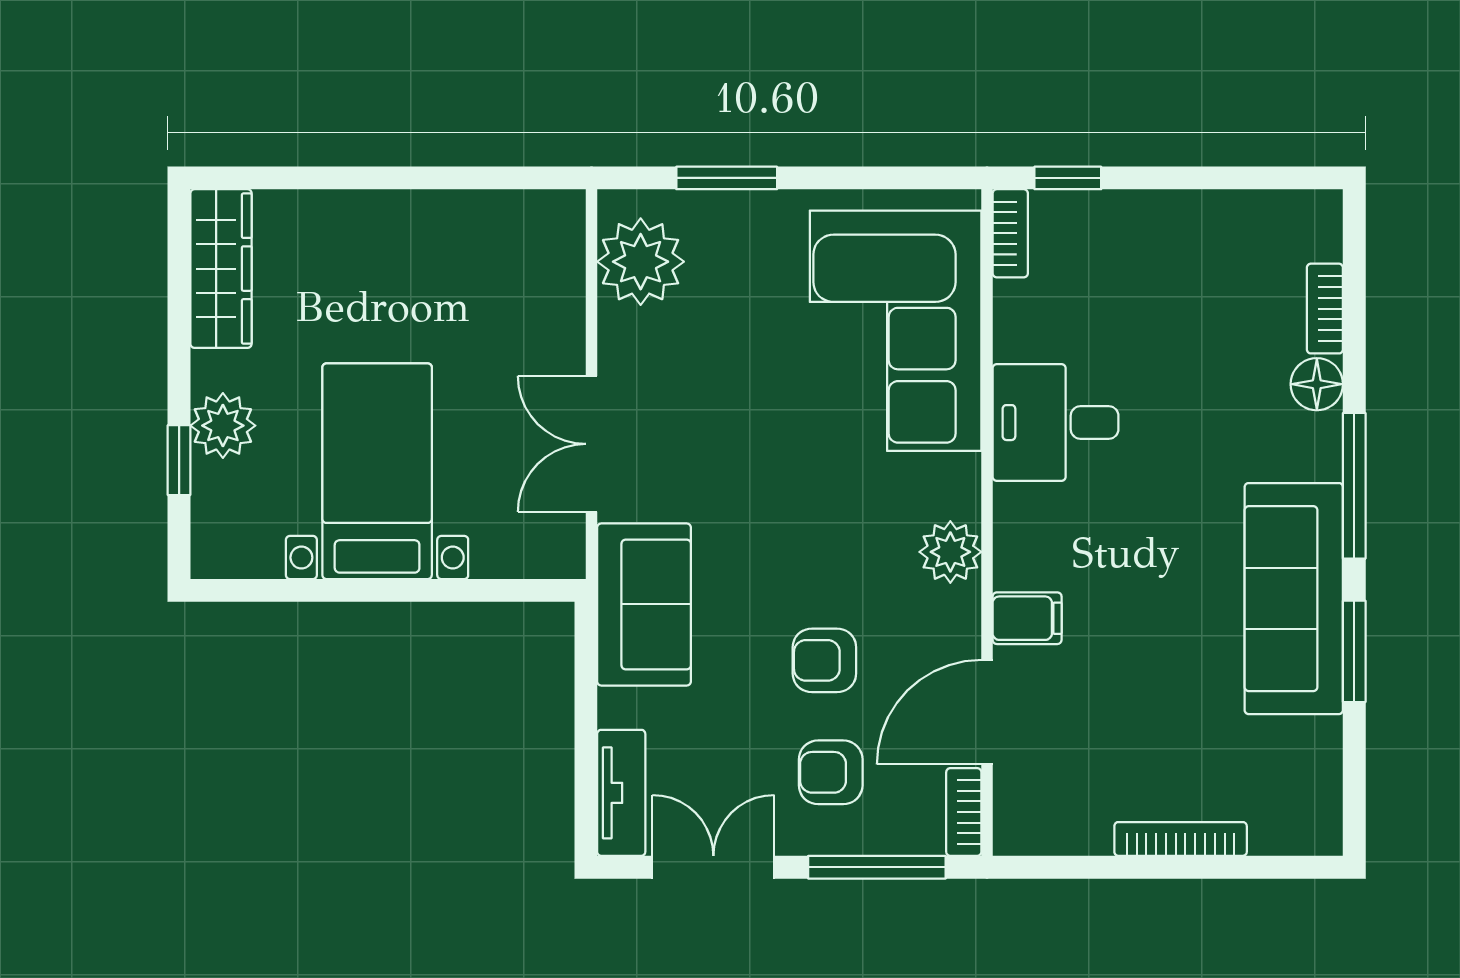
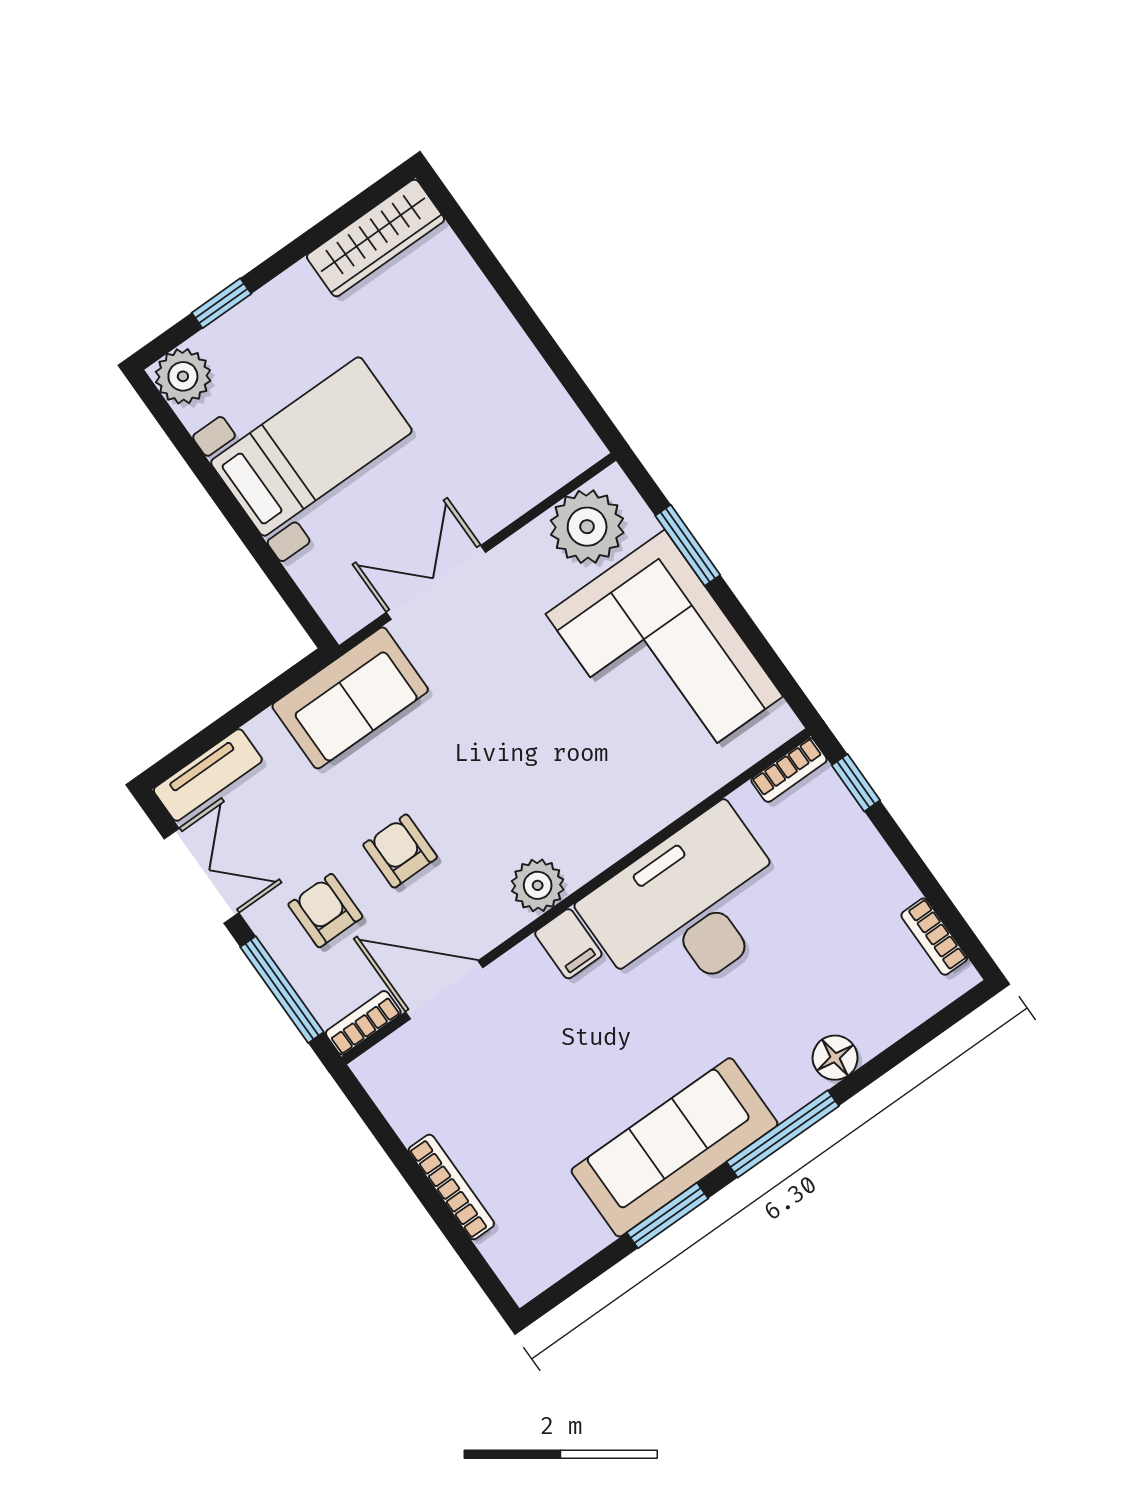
bookcase: (1325, 309) -> (934, 937), moved, turned -90
corner sofa: (896, 331) -> (664, 655), moved, turned -90
desk: (1056, 423) -> (689, 908), width x1.87, depth x1.30
plant: (223, 426) -> (183, 376), moved
filing cabinet: (1027, 618) -> (568, 944), moved

